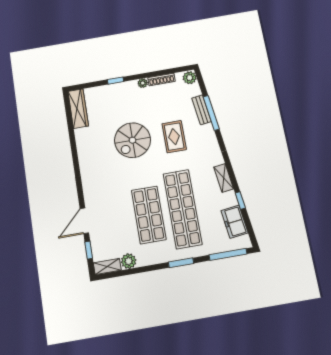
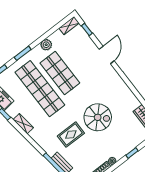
rug: (174, 137) -> (71, 135), turned 90
spiral stairs: (132, 140) -> (98, 117), turned 90
door: (84, 221) -> (107, 55), moved
plant: (129, 261) -> (46, 45), moved

